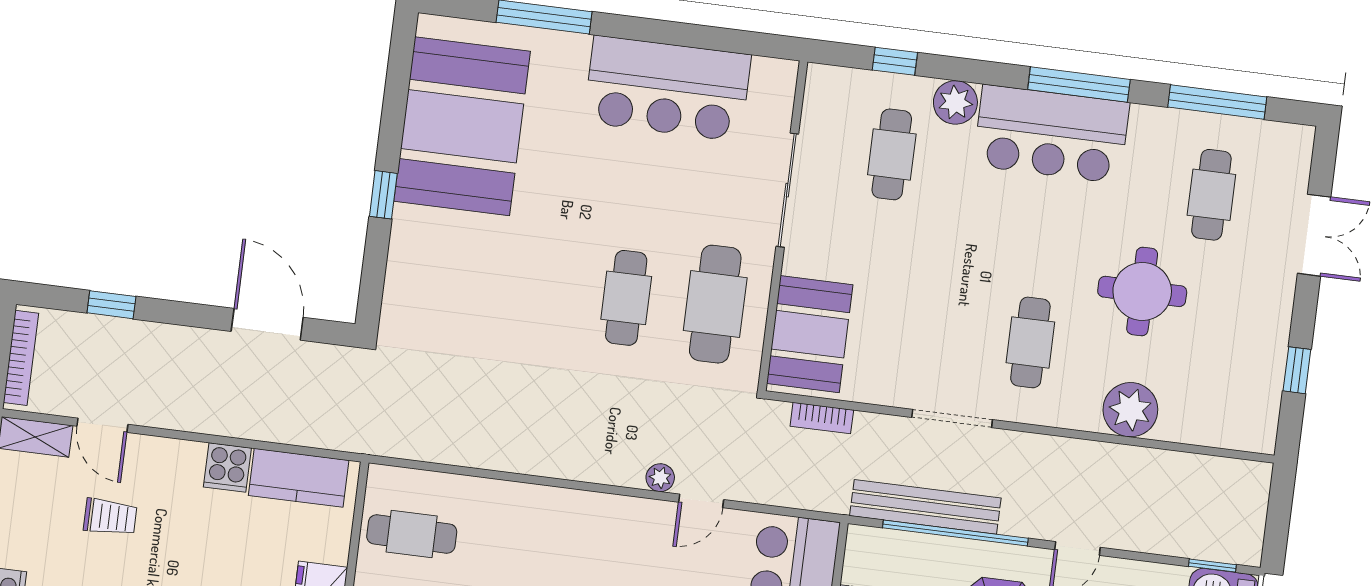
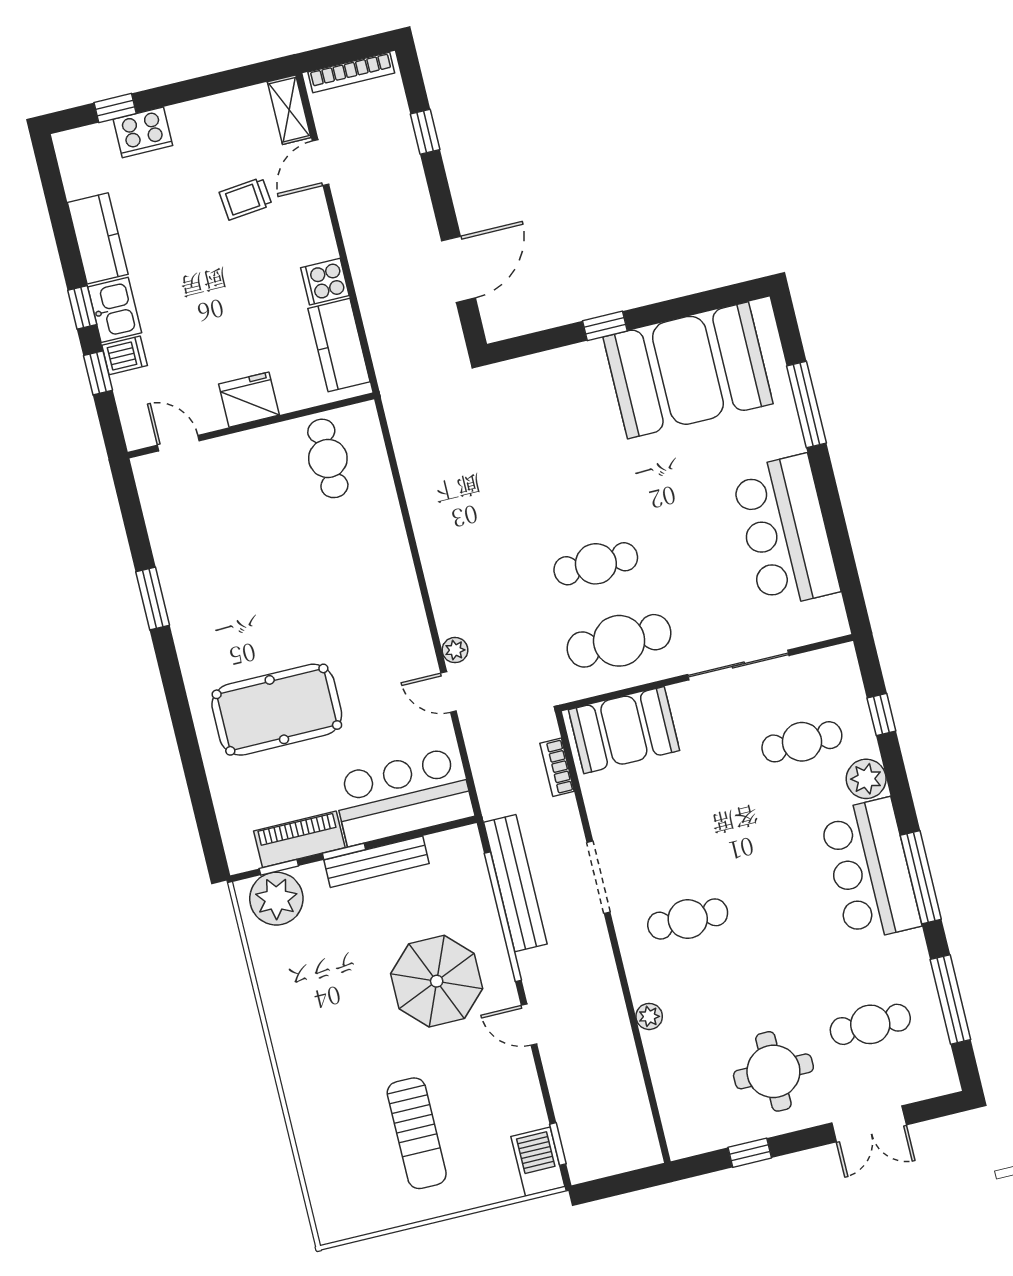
round table: (1142, 291) -> (773, 1071), moved
plant: (1130, 410) -> (649, 1016), width x0.53, depth x0.53
trolley: (110, 517) -> (246, 199), turned 84

